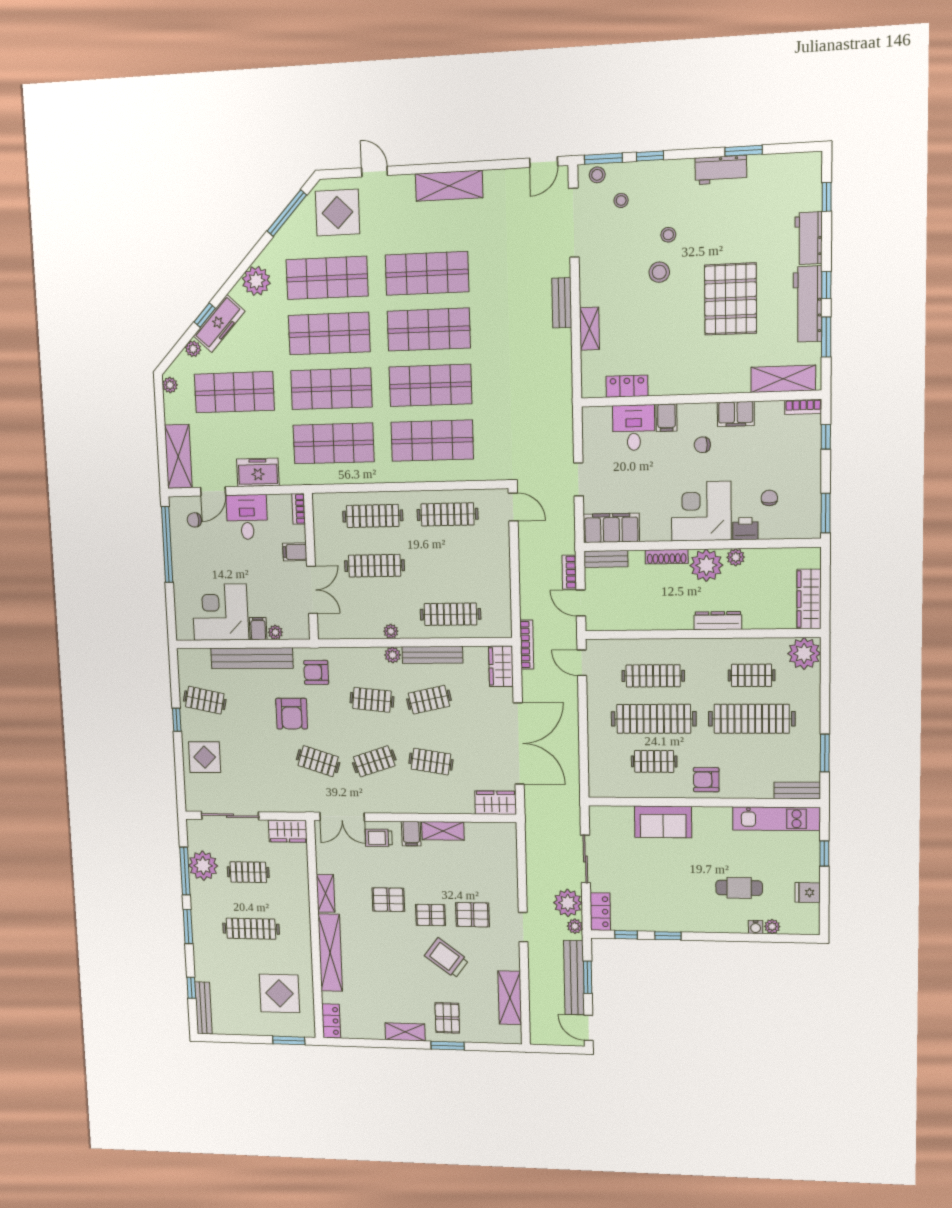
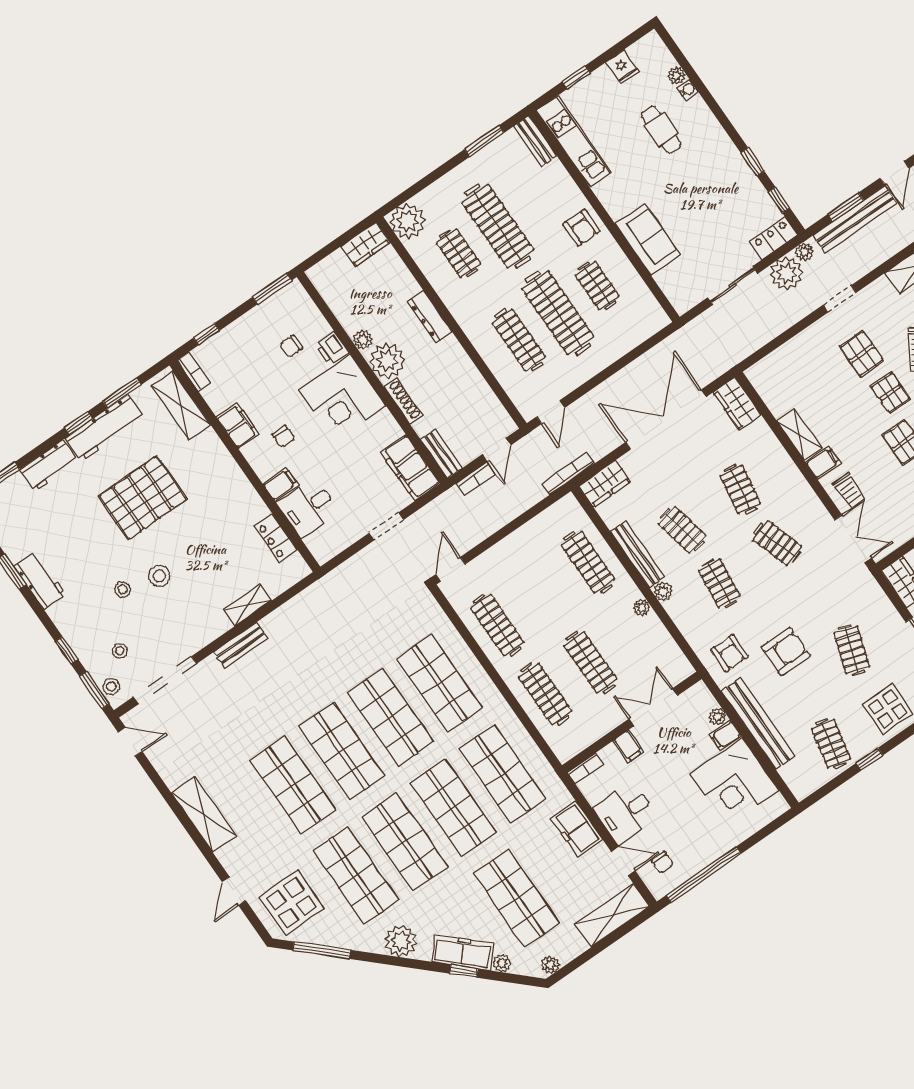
wardrobe: (809, 599) -> (365, 244), width x0.67
clothes rail: (318, 761) -> (852, 650), moved

